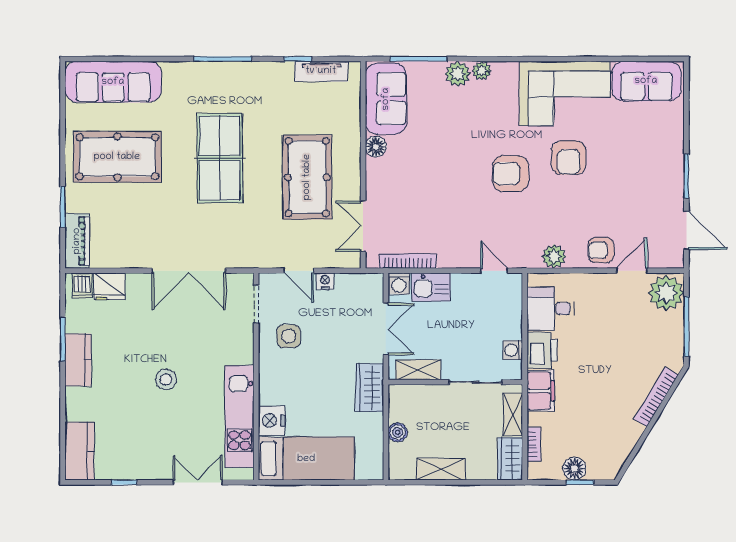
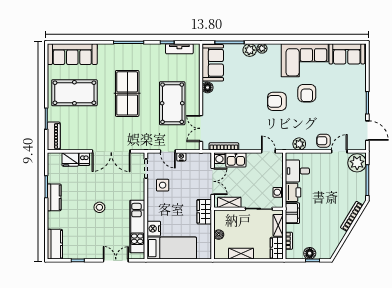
dishwasher: (82, 286) -> (84, 159), moved

